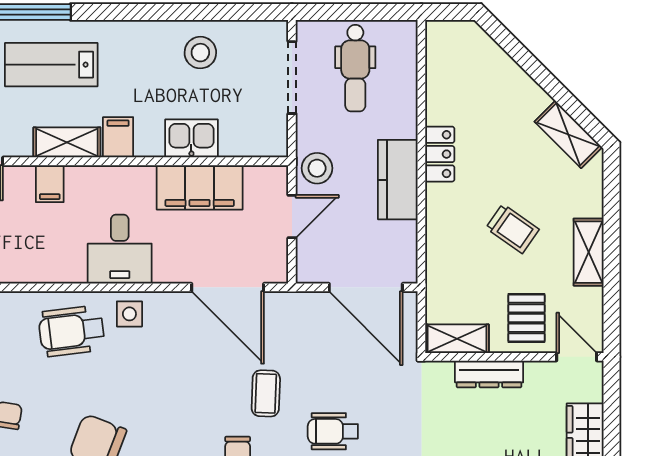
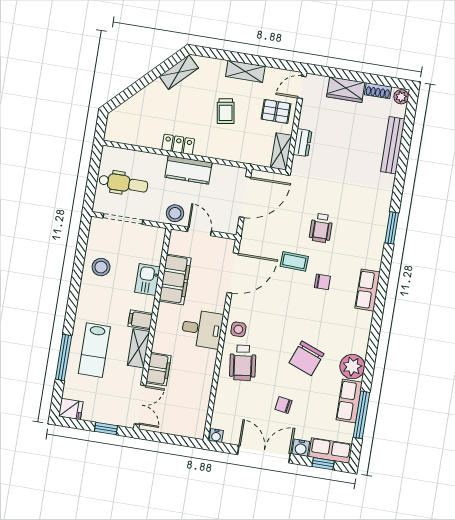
filing cabinet: (50, 184) -> (158, 369), width x2.00
trolley: (512, 229) -> (226, 111), turned 136
dresser: (489, 374) -> (303, 143), width x0.70

